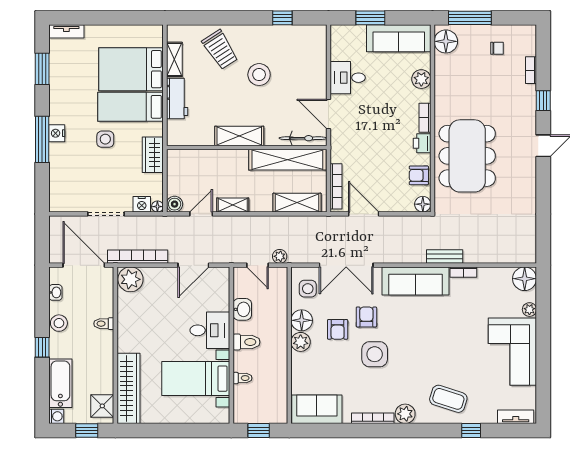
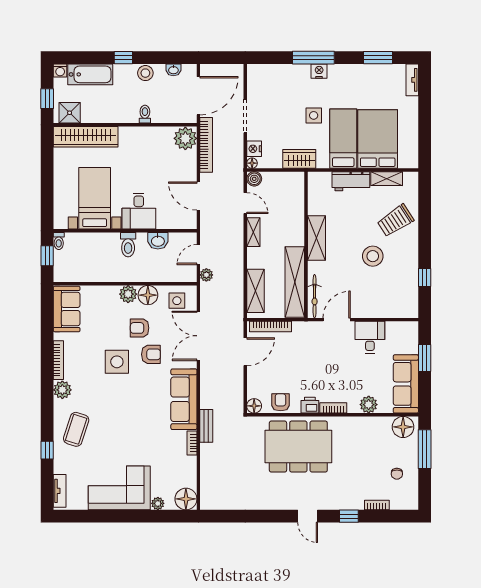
toilet: (242, 378) -> (59, 241), moved

